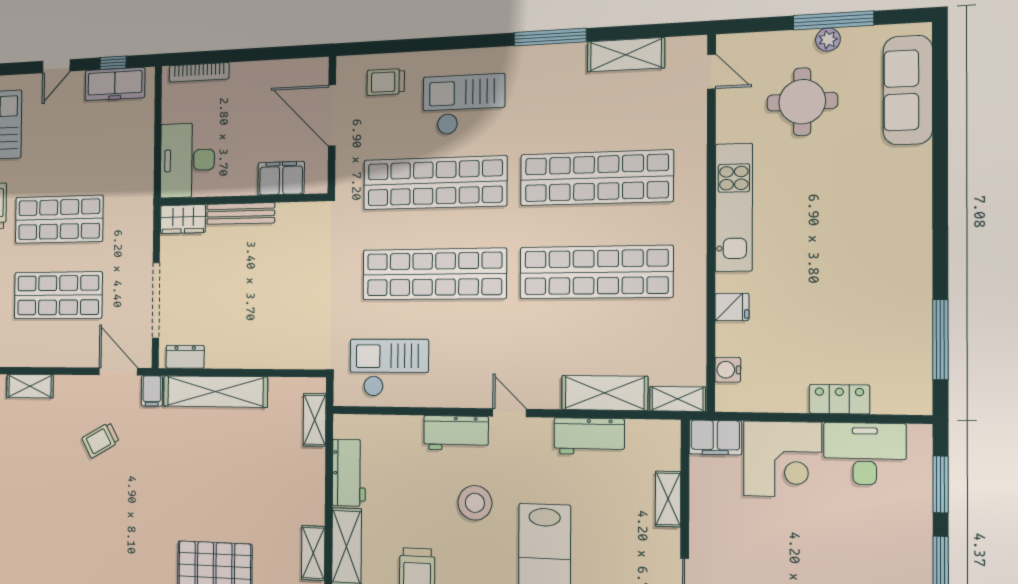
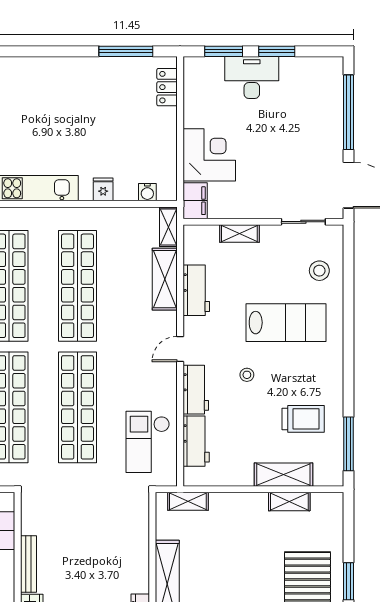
locker: (839, 399) -> (167, 87), moved
desk: (865, 454) -> (252, 77), moved, turned 90
workbench: (349, 473) -> (196, 441), moved, turned 90
stool: (475, 503) -> (247, 375), width x0.53, depth x0.53

